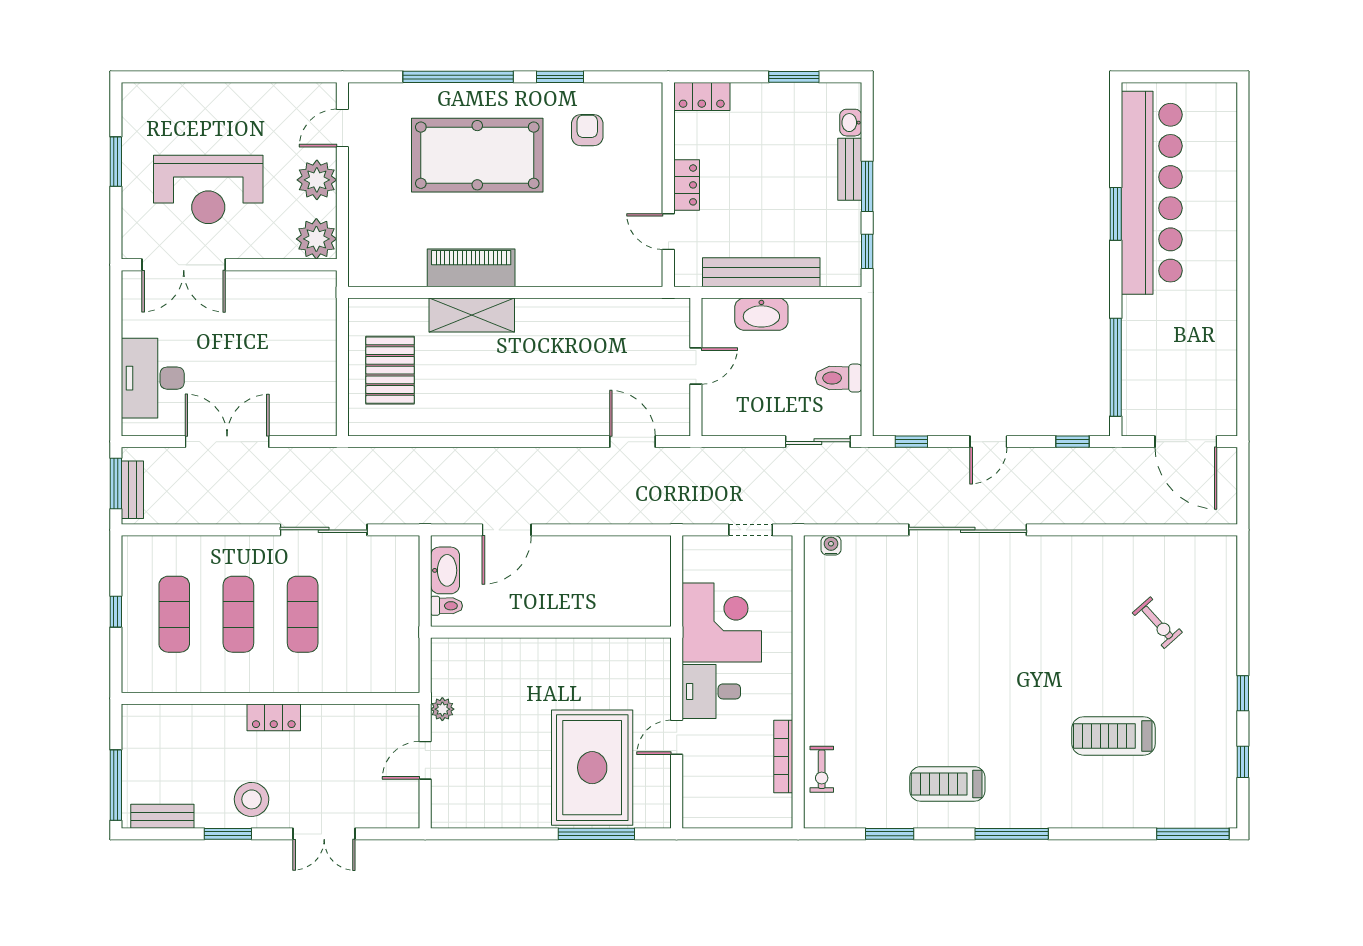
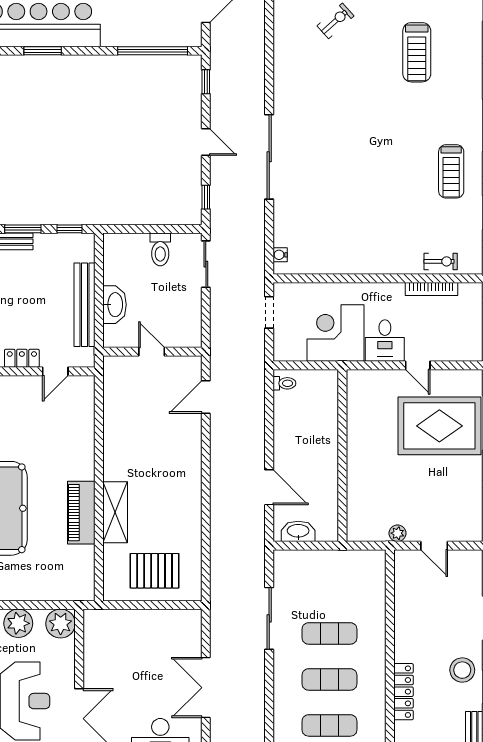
toilet: (446, 606) -> (284, 383), moved, turned 90
locker: (274, 717) -> (403, 692), moved, width x1.53

